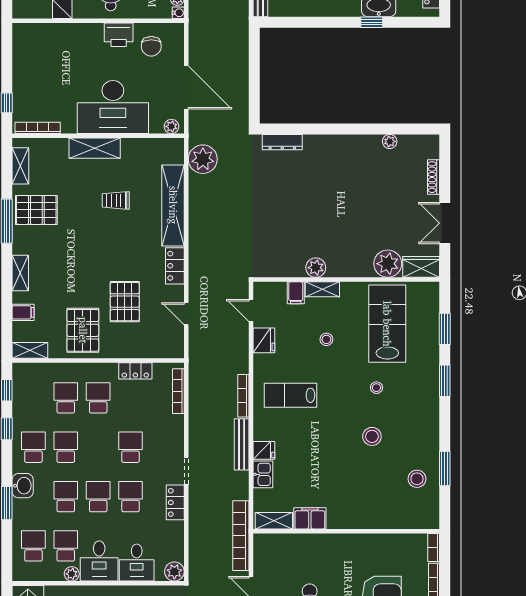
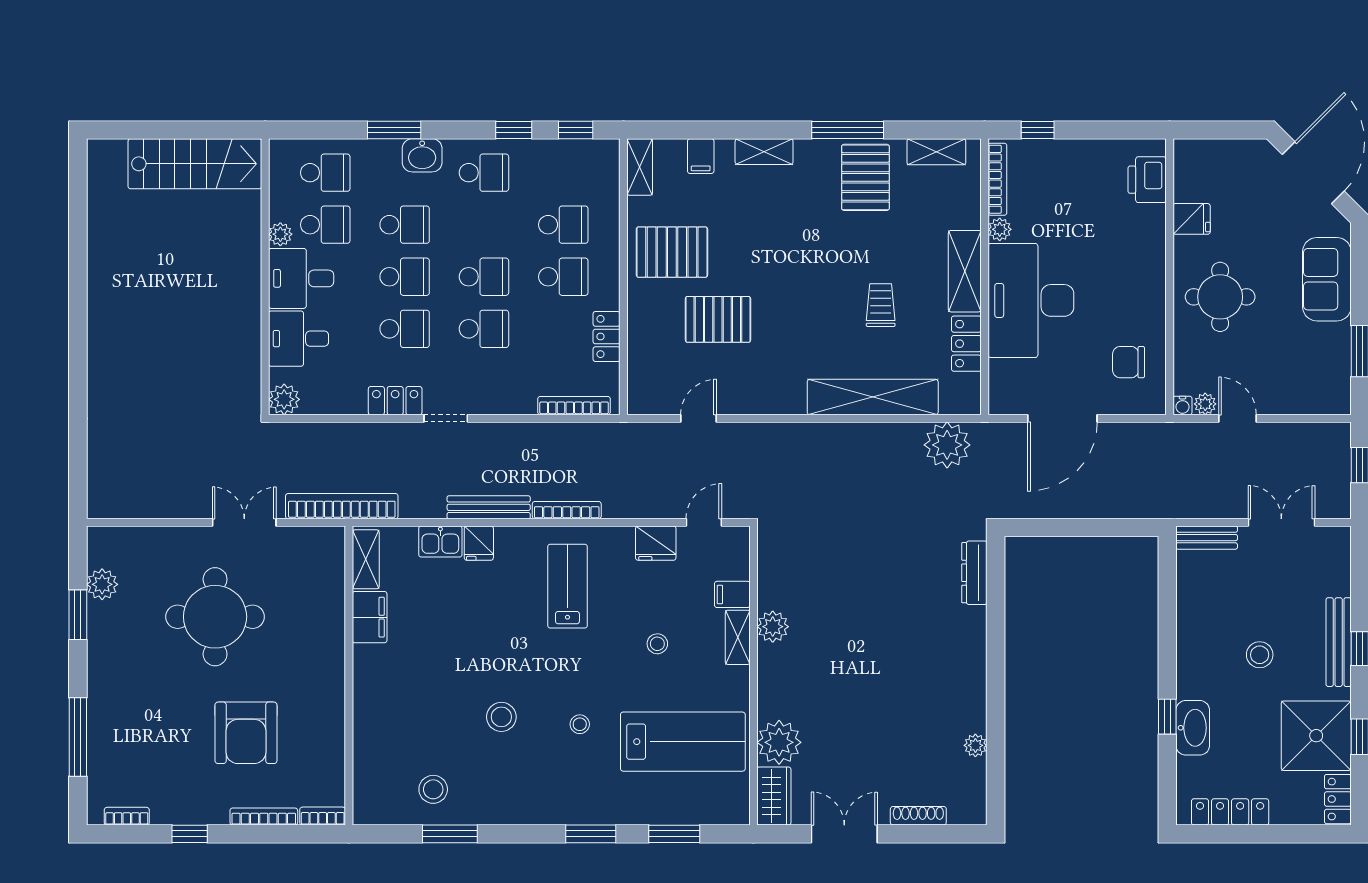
printer: (119, 35) -> (1147, 180), moved
plant: (171, 126) -> (1000, 229), moved
locker: (175, 266) -> (966, 344), moved, turned -90
school desk: (66, 447) -> (484, 277), moved

